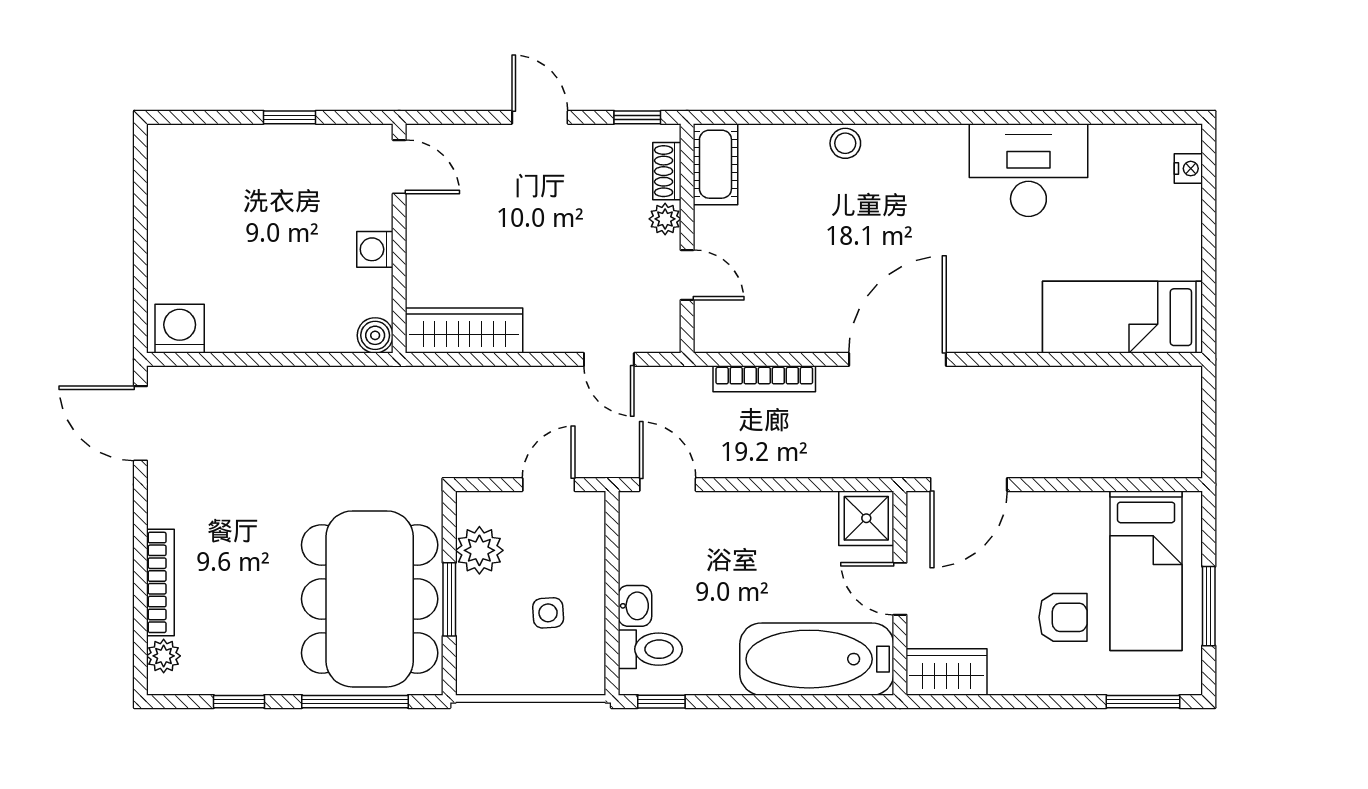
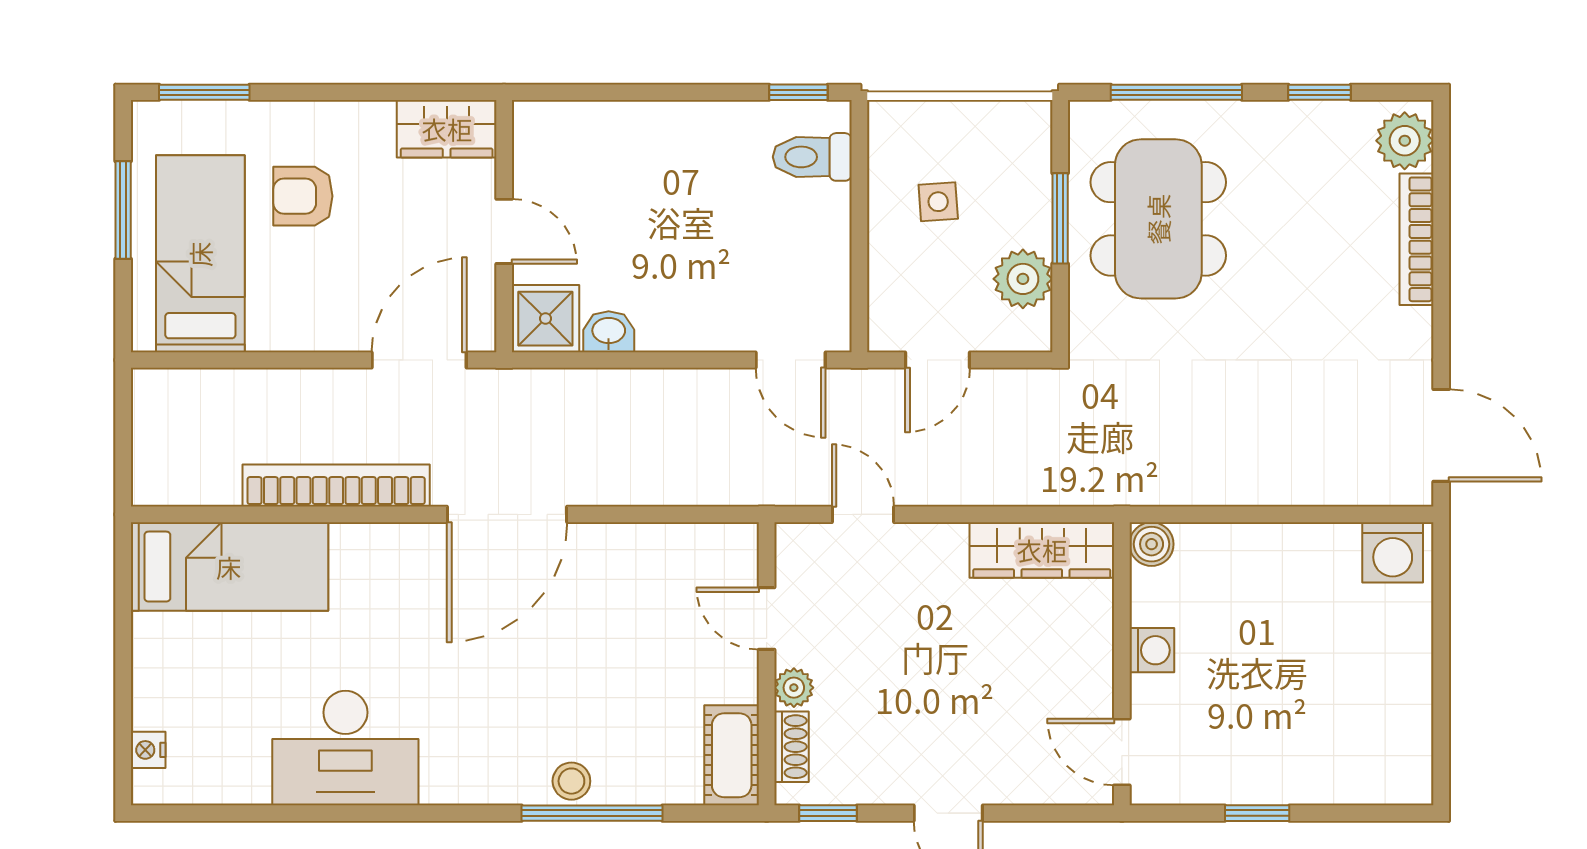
window: (829, 117) -> (592, 813), added
bookcase: (764, 379) -> (336, 485), moved, width x1.48, depth x1.31
dining table: (370, 599) -> (1158, 219), width x0.73, depth x0.80
washbasin: (635, 606) -> (609, 332), moved, turned 90
plant: (164, 656) -> (1405, 141), width x1.38, depth x1.38
bathtub: (817, 659) -> (607, 145), removed

